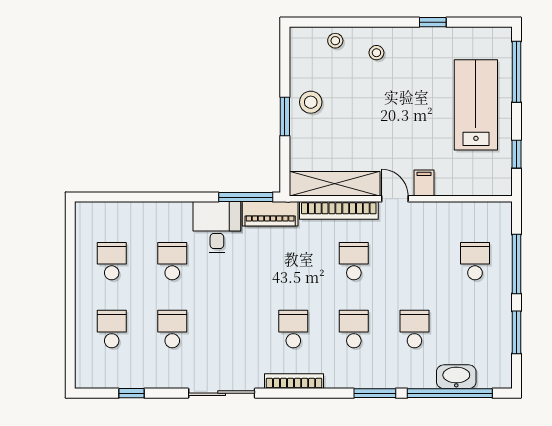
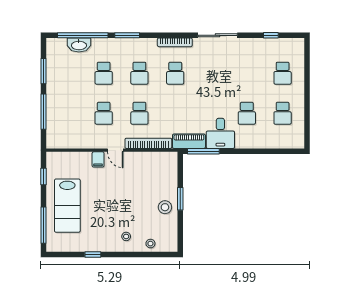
shelving: (335, 184) -> (151, 159), removed
school desk: (475, 261) -> (104, 113), moved
school desk: (172, 329) -> (247, 73), removed

